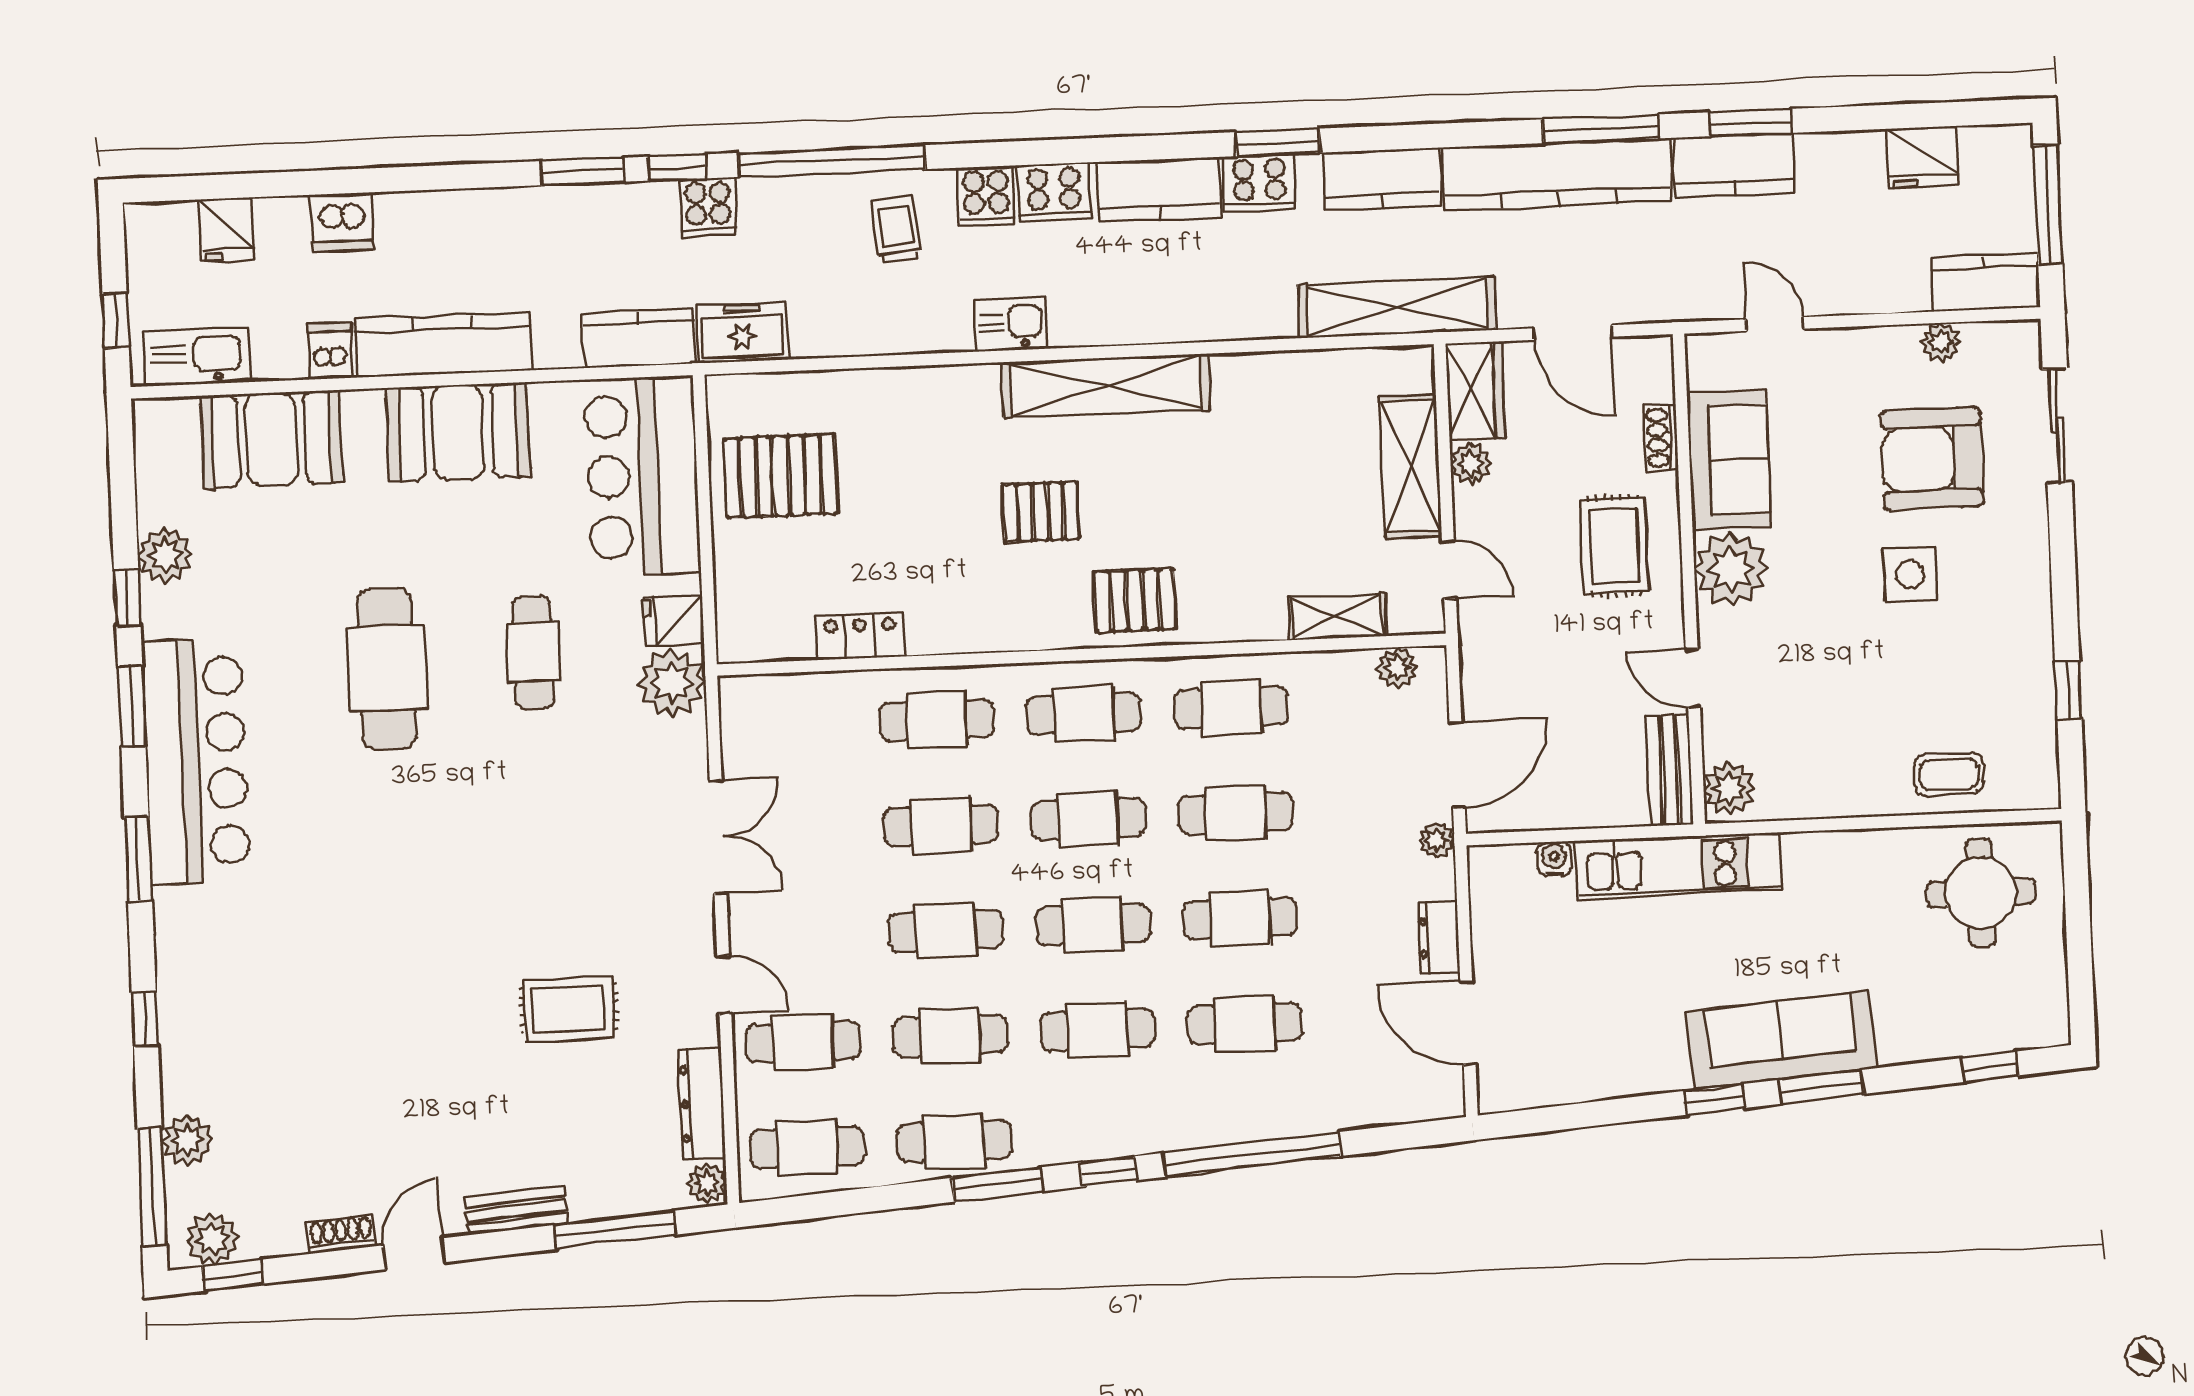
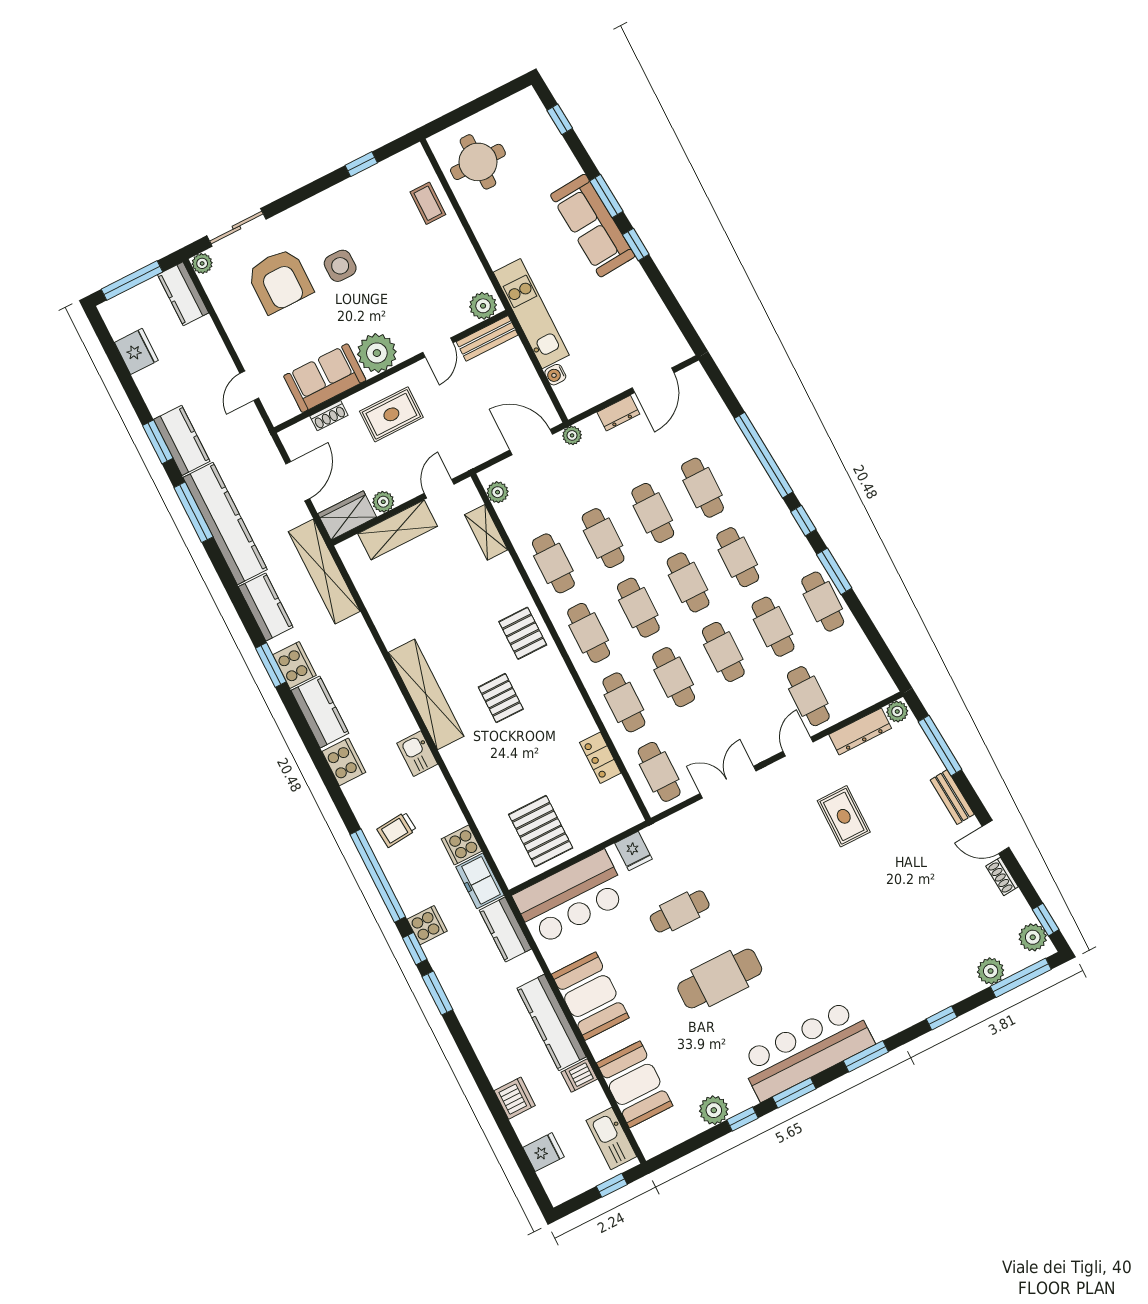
cooker: (986, 196) -> (462, 845), moved, turned 180
plant: (1941, 342) -> (202, 263), moved
plant: (672, 683) -> (664, 838), removed
cafe table: (807, 1147) -> (659, 772), moved

